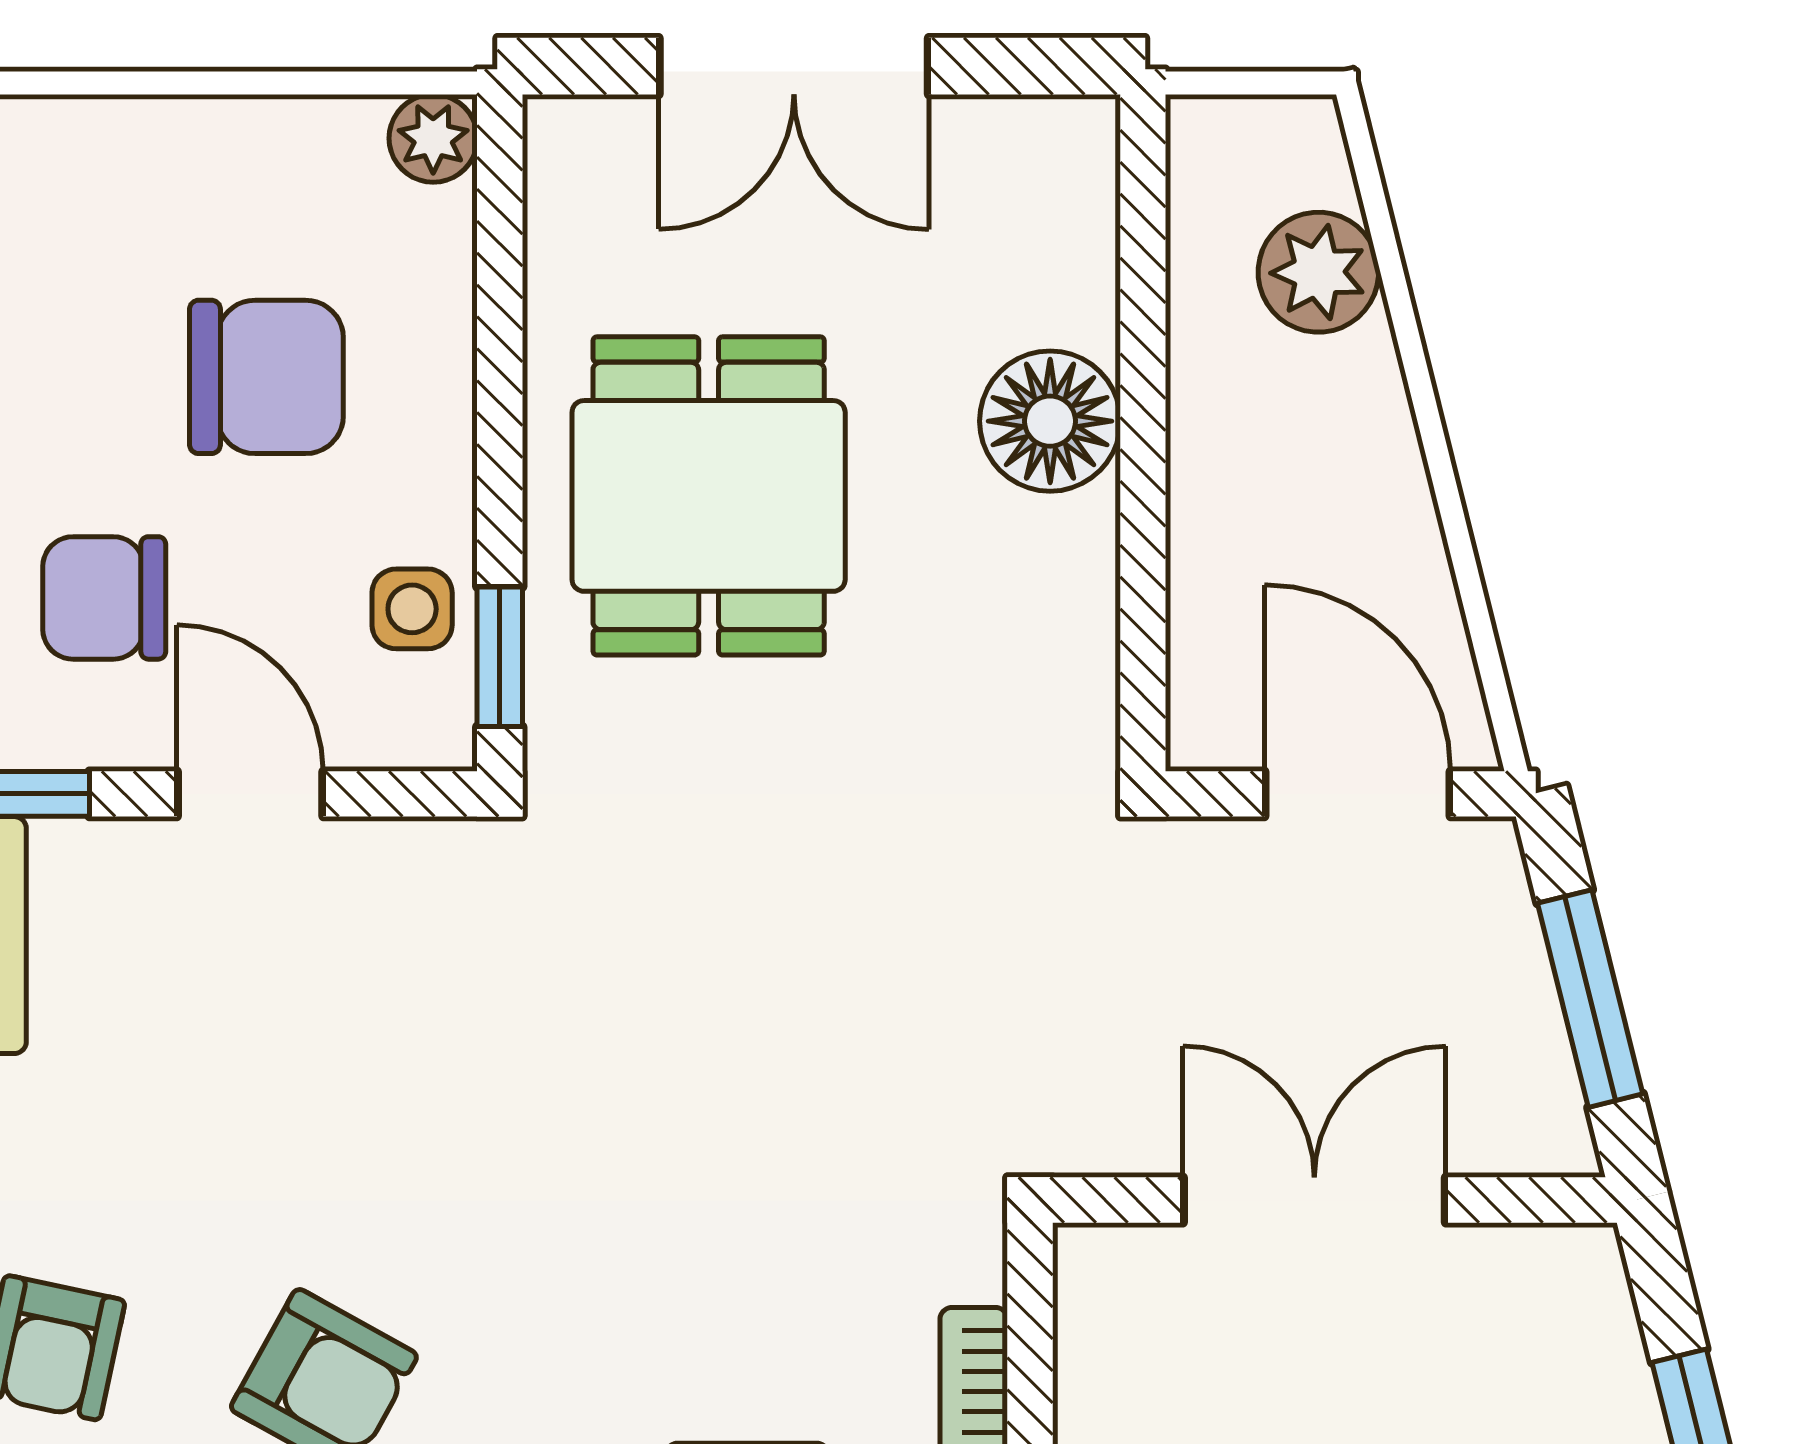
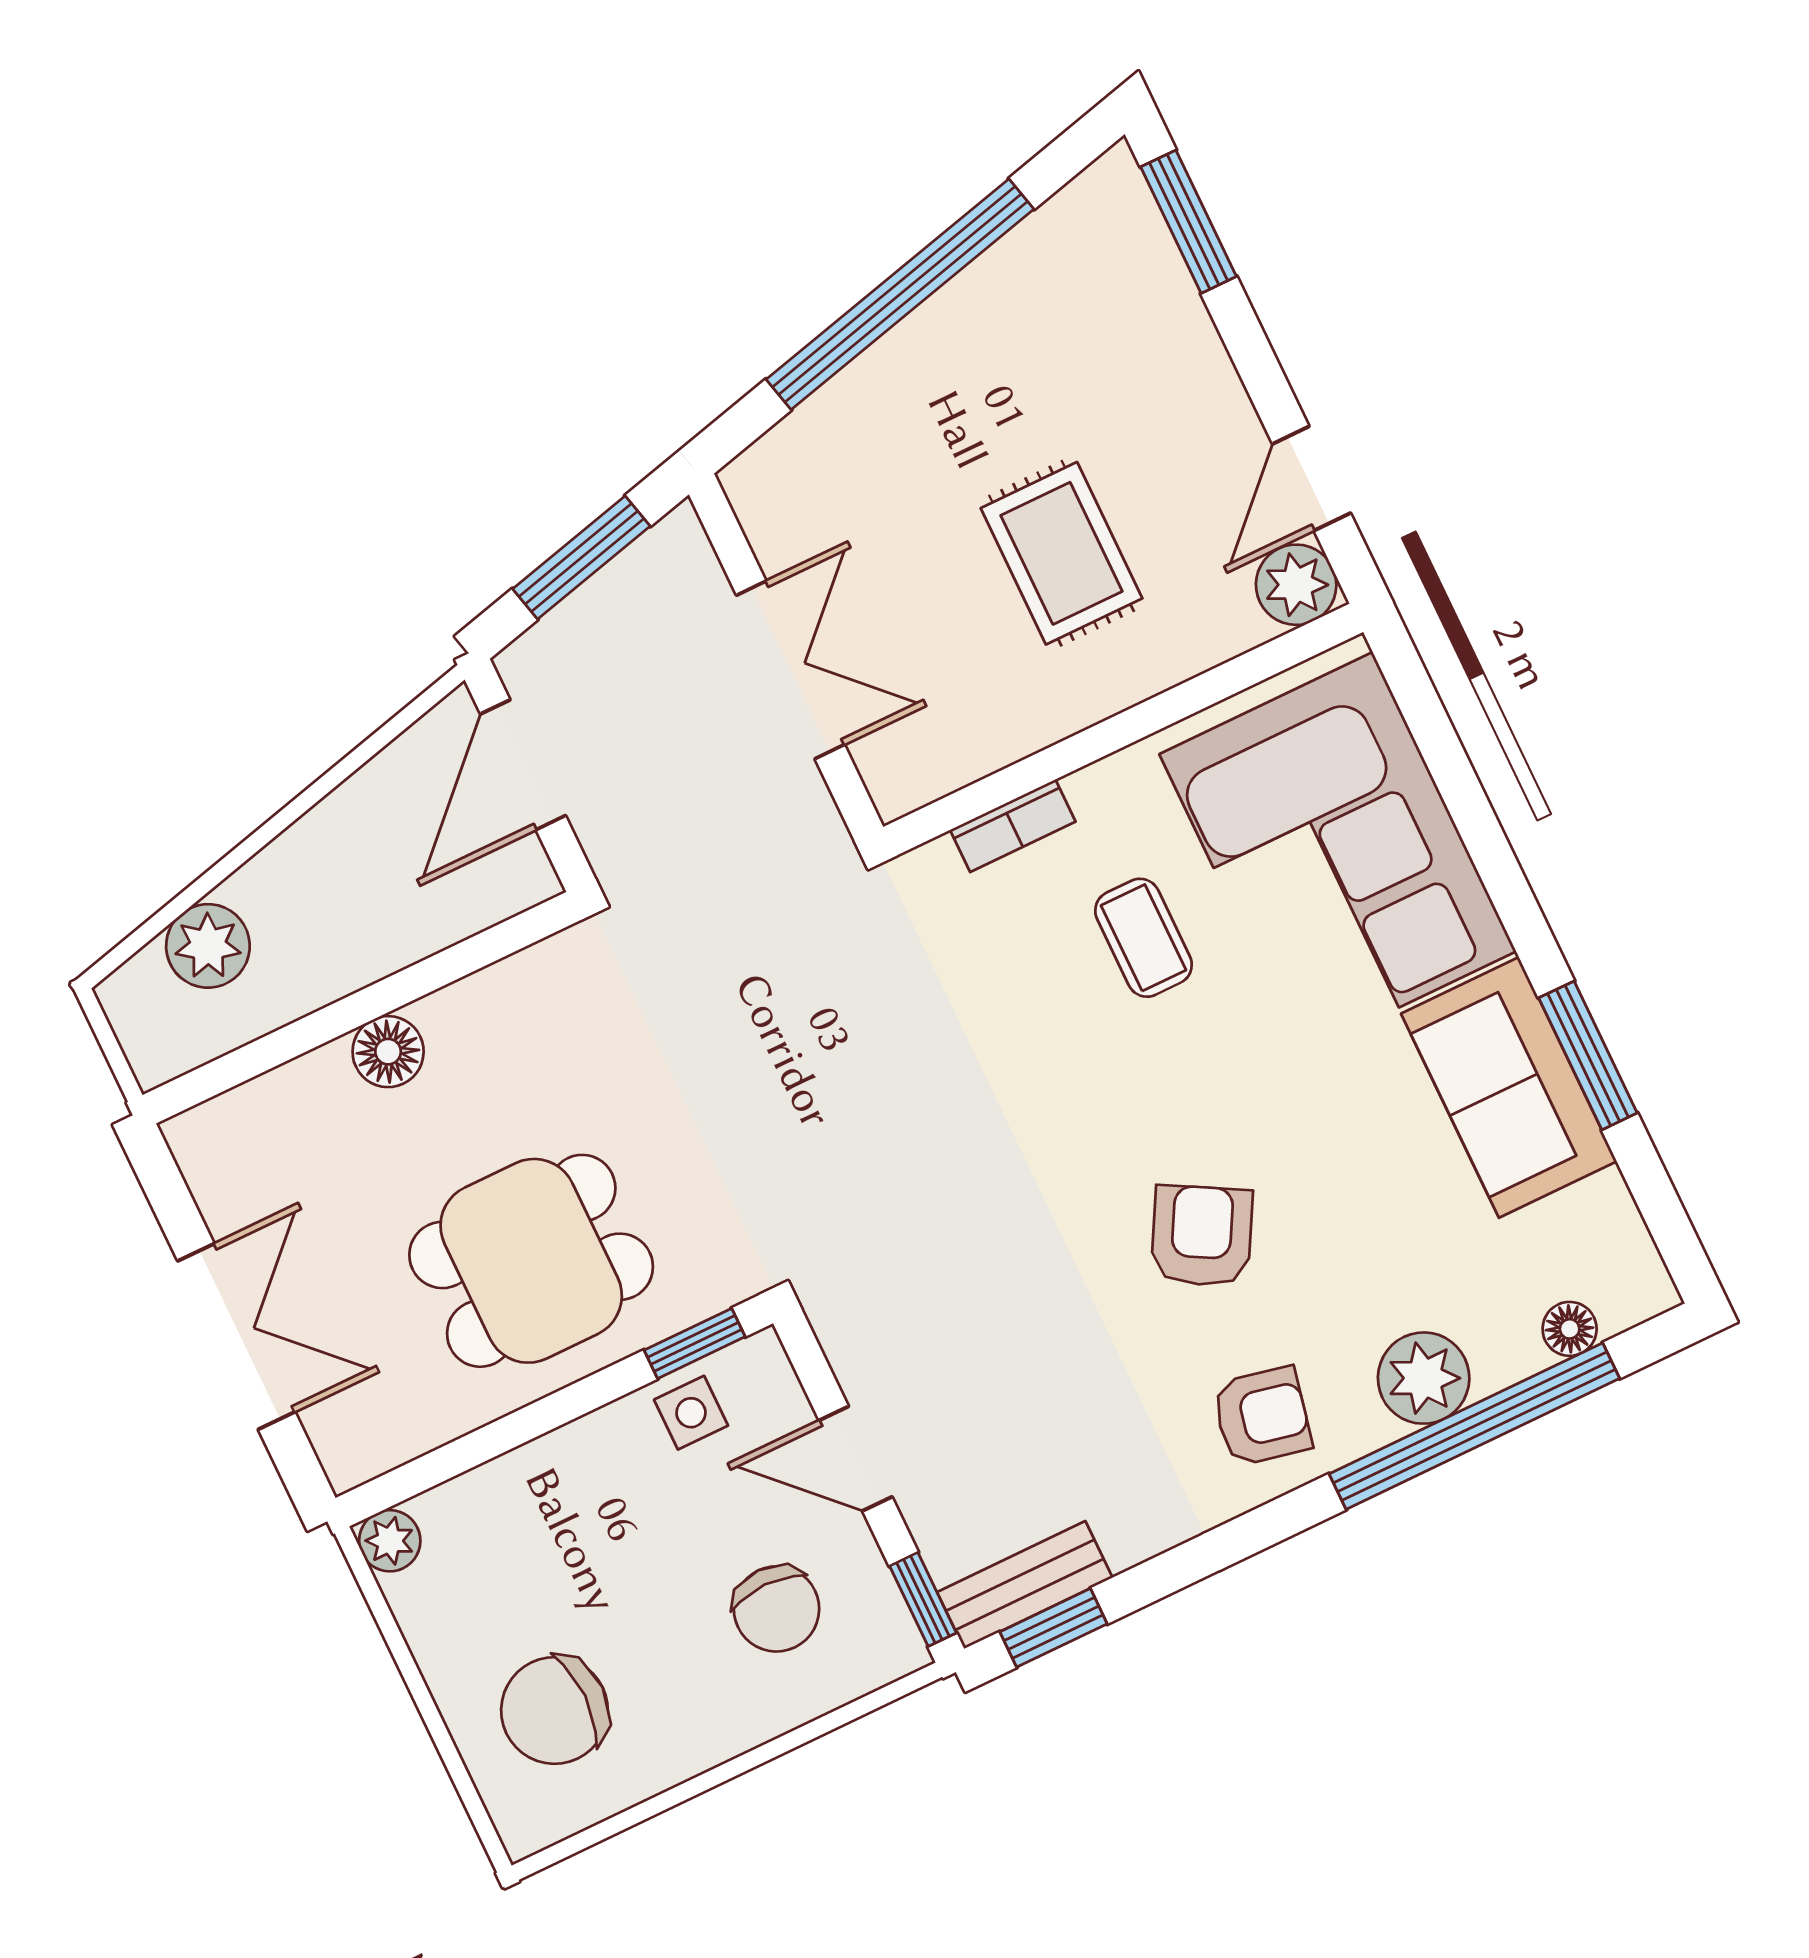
chair: (266, 377) -> (554, 1710), moved, turned -90
floor lamp: (1050, 421) -> (388, 1052), width x0.73, depth x0.73
door: (250, 794) -> (855, 1459), hinge flipped
double door: (1314, 1200) -> (790, 670), swing flipped

